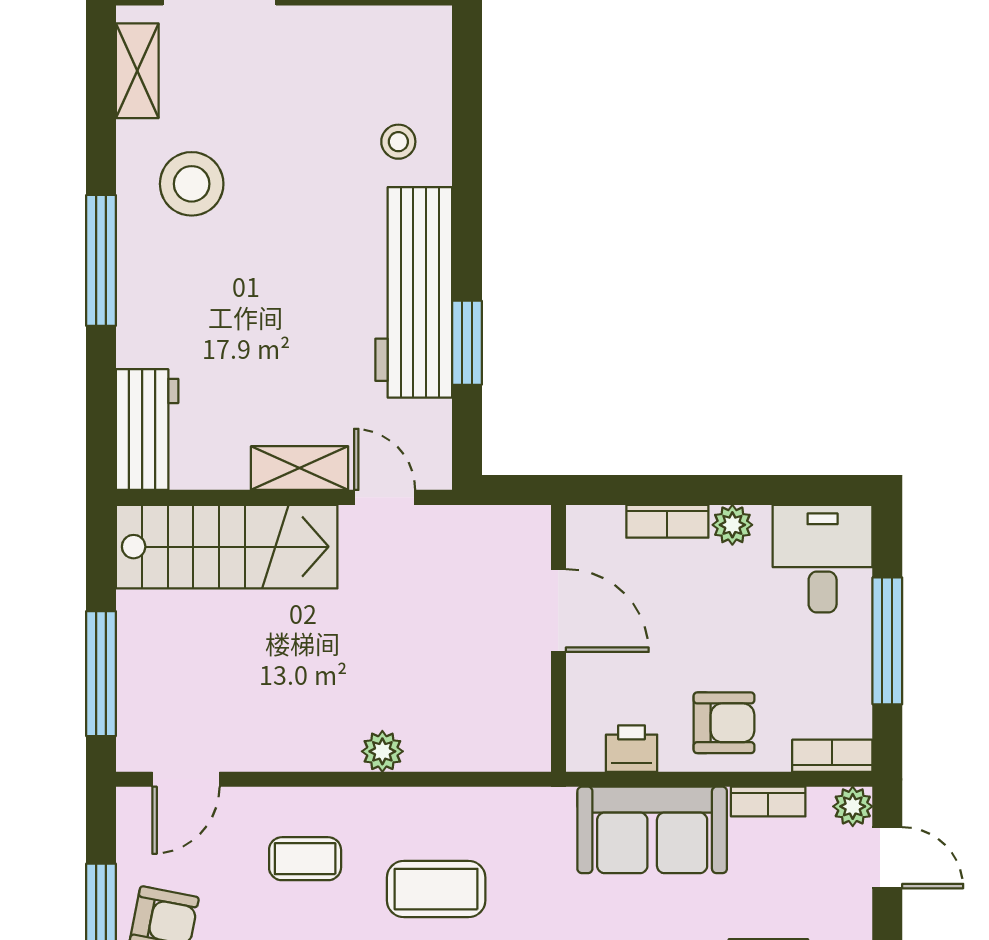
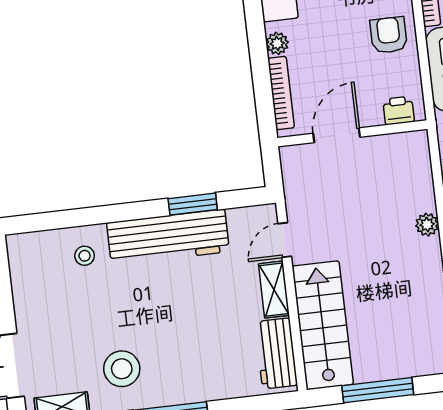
workbench: (147, 430) -> (276, 354), moved, turned -90
bookcase: (667, 521) -> (281, 93), width x1.56
window: (101, 674) -> (378, 390), moved
printer: (632, 749) -> (399, 110), moved, turned 90

